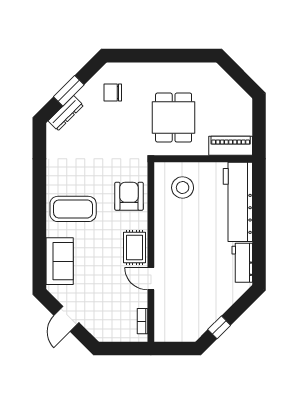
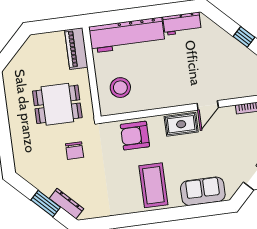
chair: (113, 93) -> (75, 151), moved

